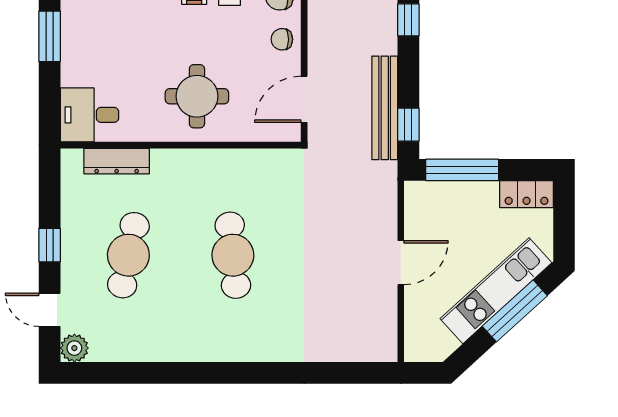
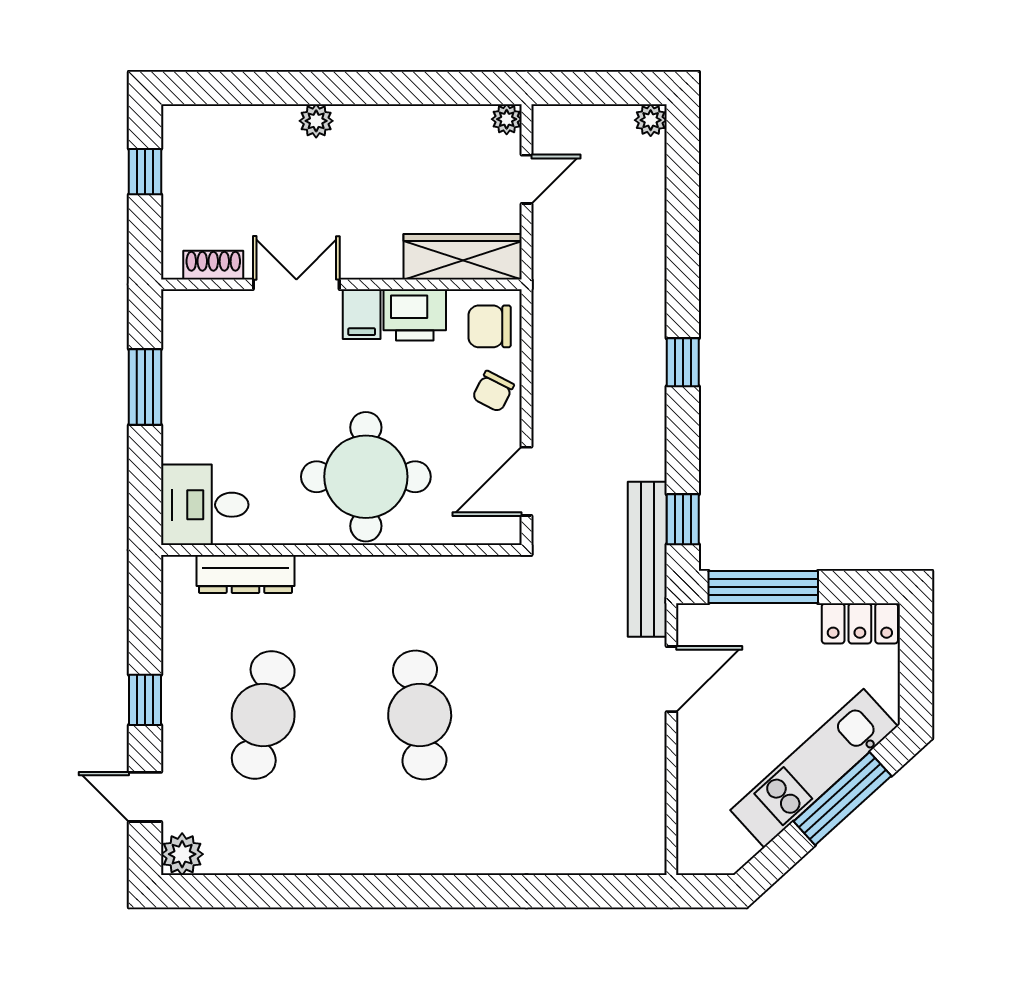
chair: (282, 39) -> (493, 391), turned -63
round table: (197, 96) -> (366, 477), width x1.36, depth x1.36
bench: (385, 108) -> (647, 559), moved
door: (401, 263) -> (671, 679), moved

